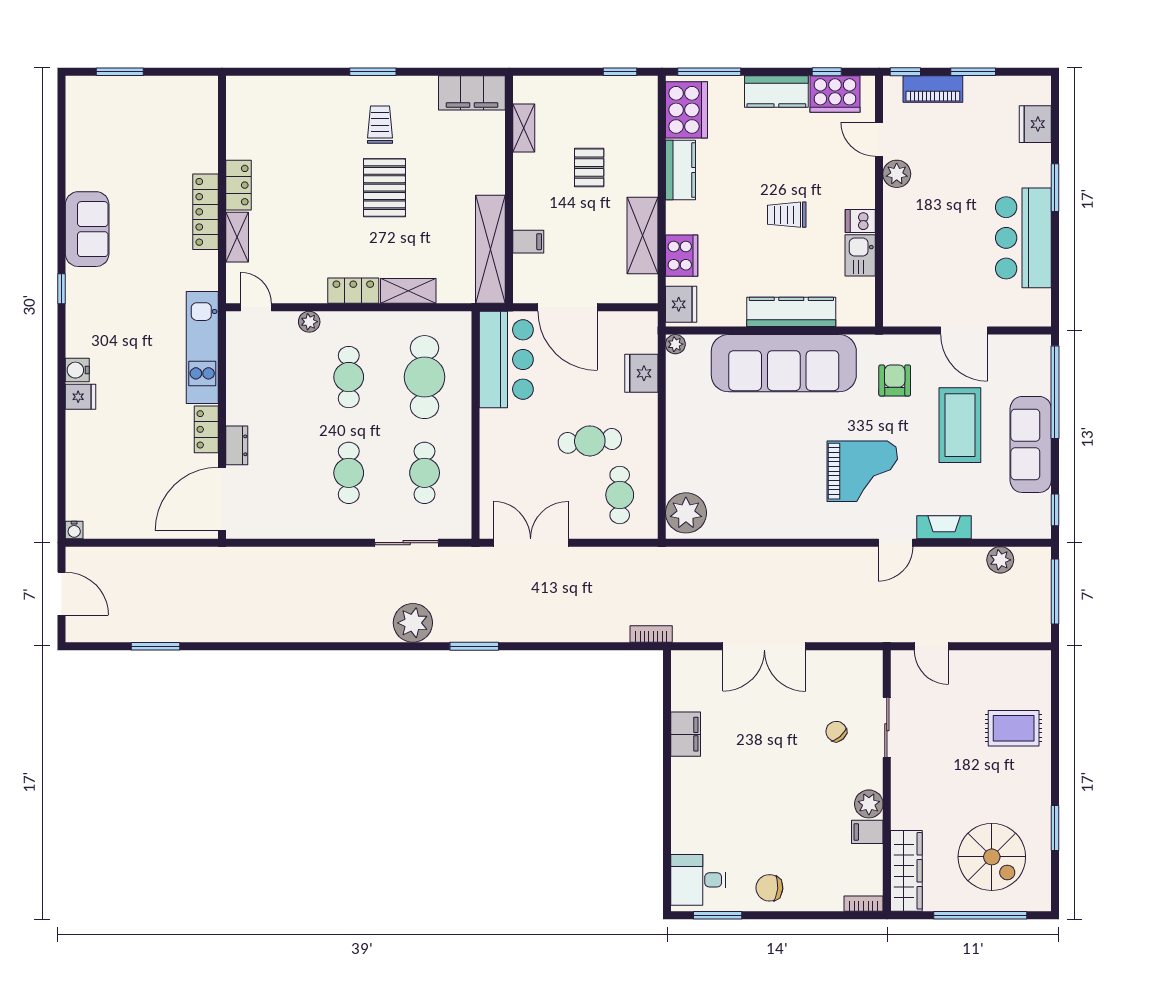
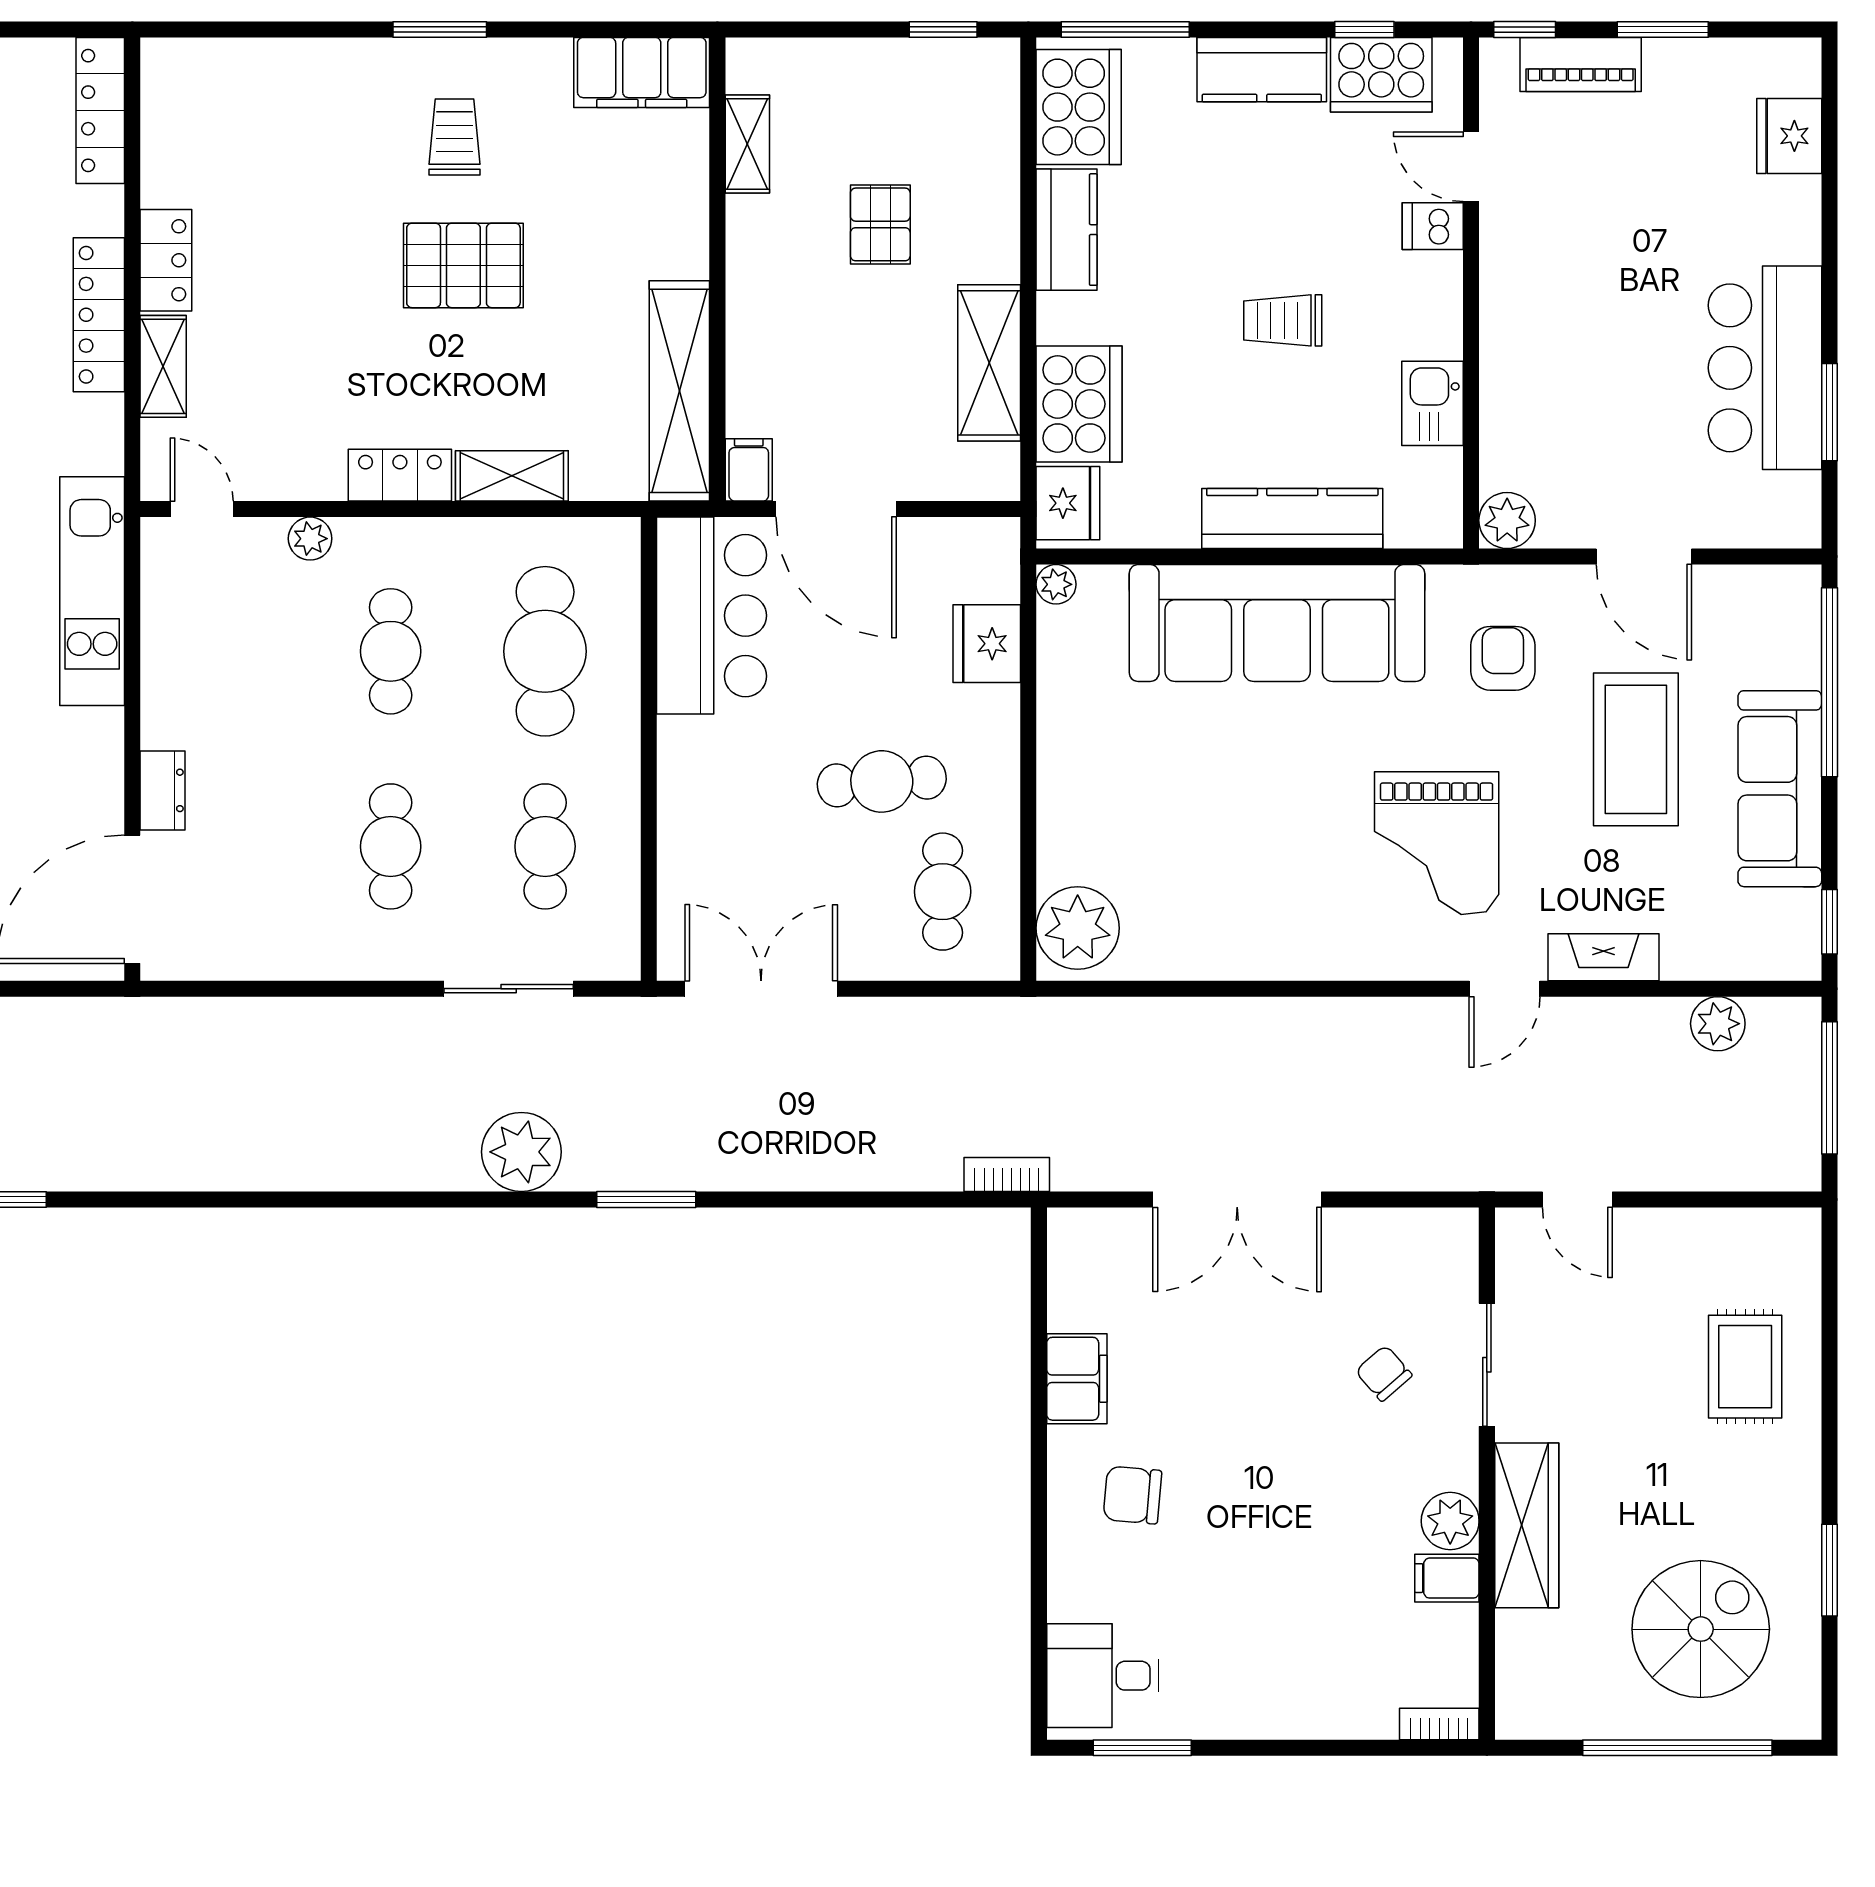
plant: (897, 174) -> (1507, 520), moved
pallet: (384, 188) -> (463, 265), turned 90
window: (1055, 188) -> (1829, 412), moved
dishwasher: (860, 221) -> (1433, 226), moved
filing cabinet: (528, 242) -> (749, 470), moved, turned -90
cooker: (682, 256) -> (1079, 404), width x1.37, depth x1.31
locker: (206, 429) -> (100, 110), moved, width x1.53
grand piano: (862, 471) -> (1437, 843), turned 90
rug: (1014, 728) -> (1745, 1367), turned 90
spiral stairs: (992, 857) -> (1701, 1629), turned -90
wardrobe: (906, 871) -> (1527, 1525), moved
chair: (769, 888) -> (1132, 1495), moved

